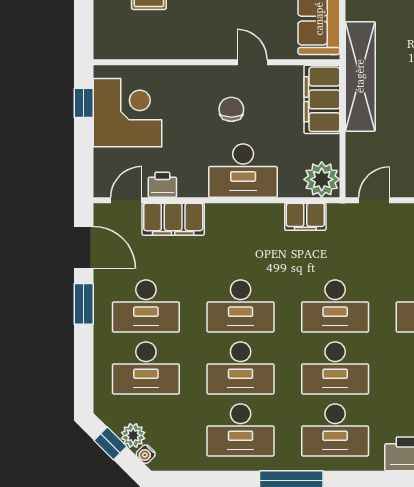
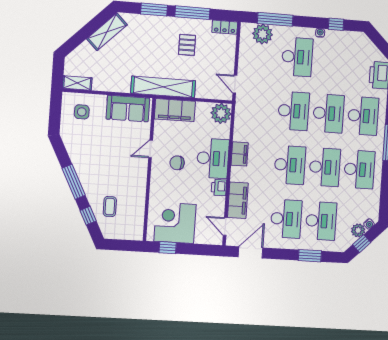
printer: (162, 185) -> (219, 188), moved
filing cabinet: (305, 217) -> (240, 154), moved
window: (84, 304) -> (310, 256), moved

